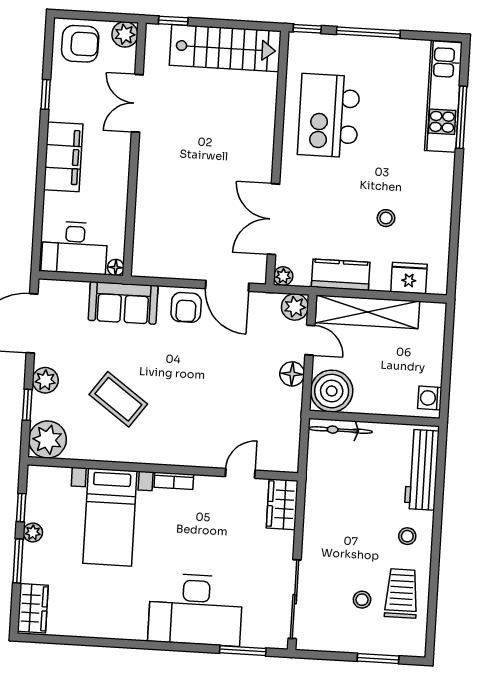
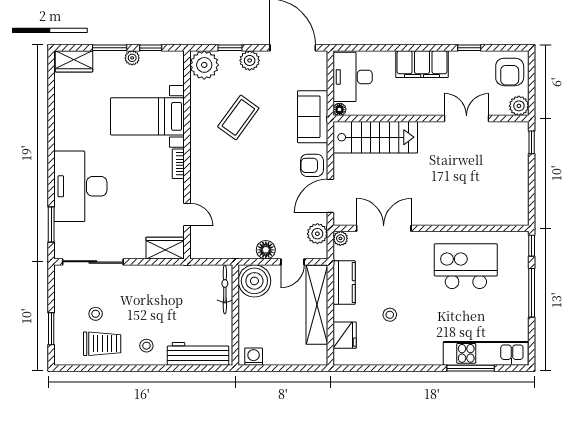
stairs: (225, 48) -> (375, 137), moved, turned -90
plant: (295, 307) -> (317, 234), moved

